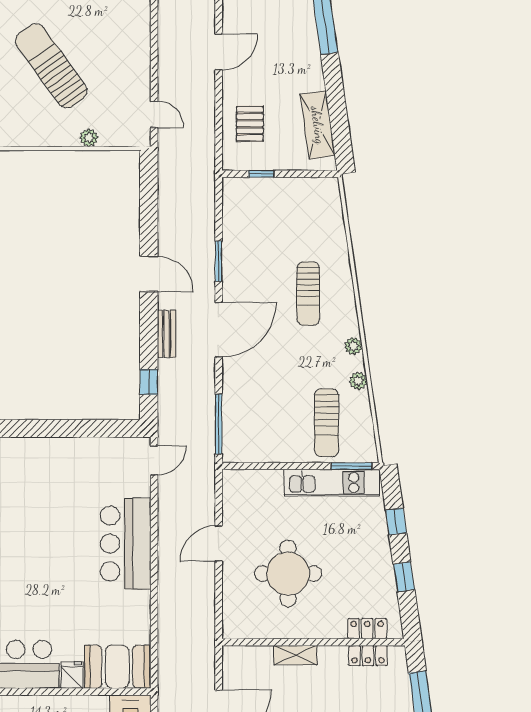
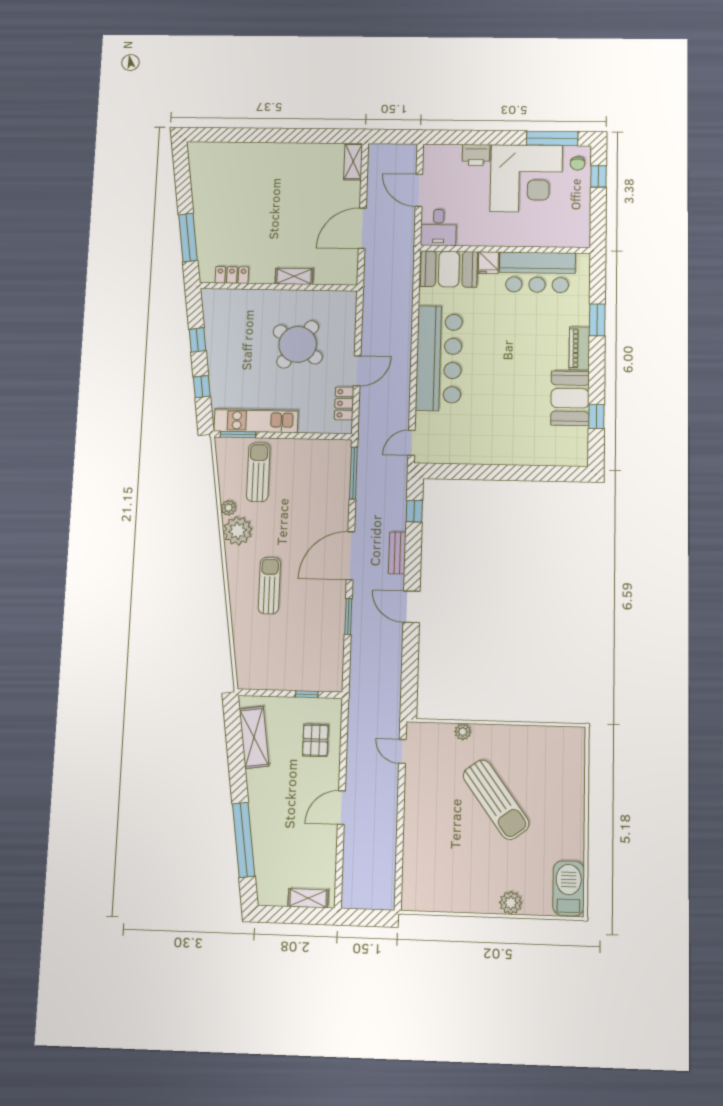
plant: (353, 346) -> (238, 531), width x1.88, depth x1.88
bar counter: (126, 544) -> (439, 358), width x1.36
round table: (288, 574) -> (298, 344), turned 36
locker: (367, 629) -> (344, 403), moved, turned 90

